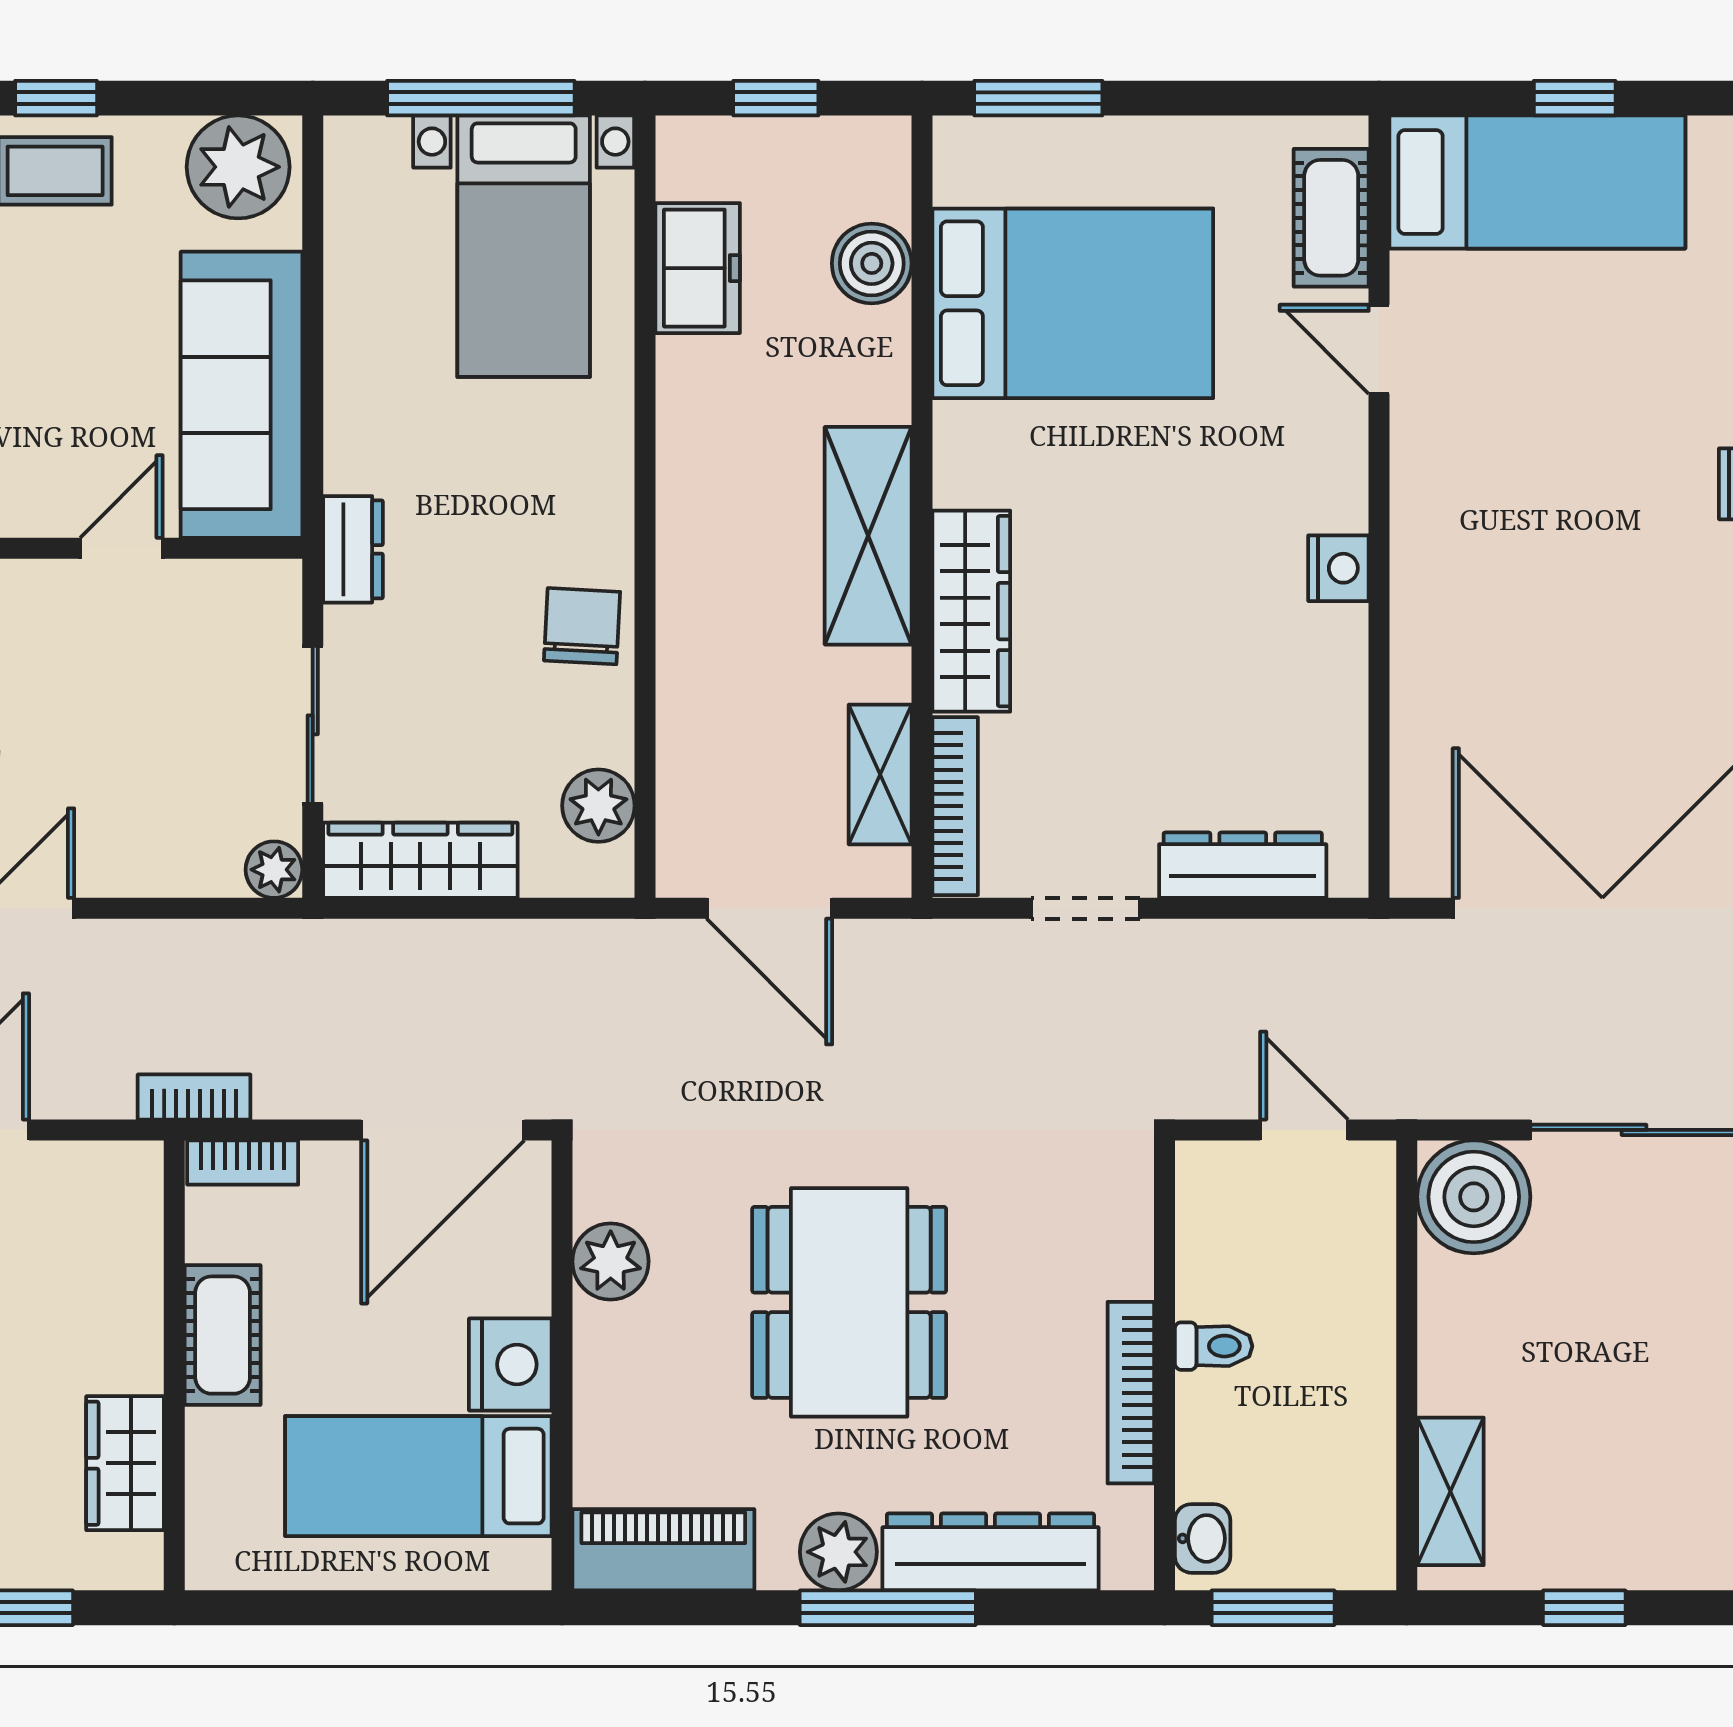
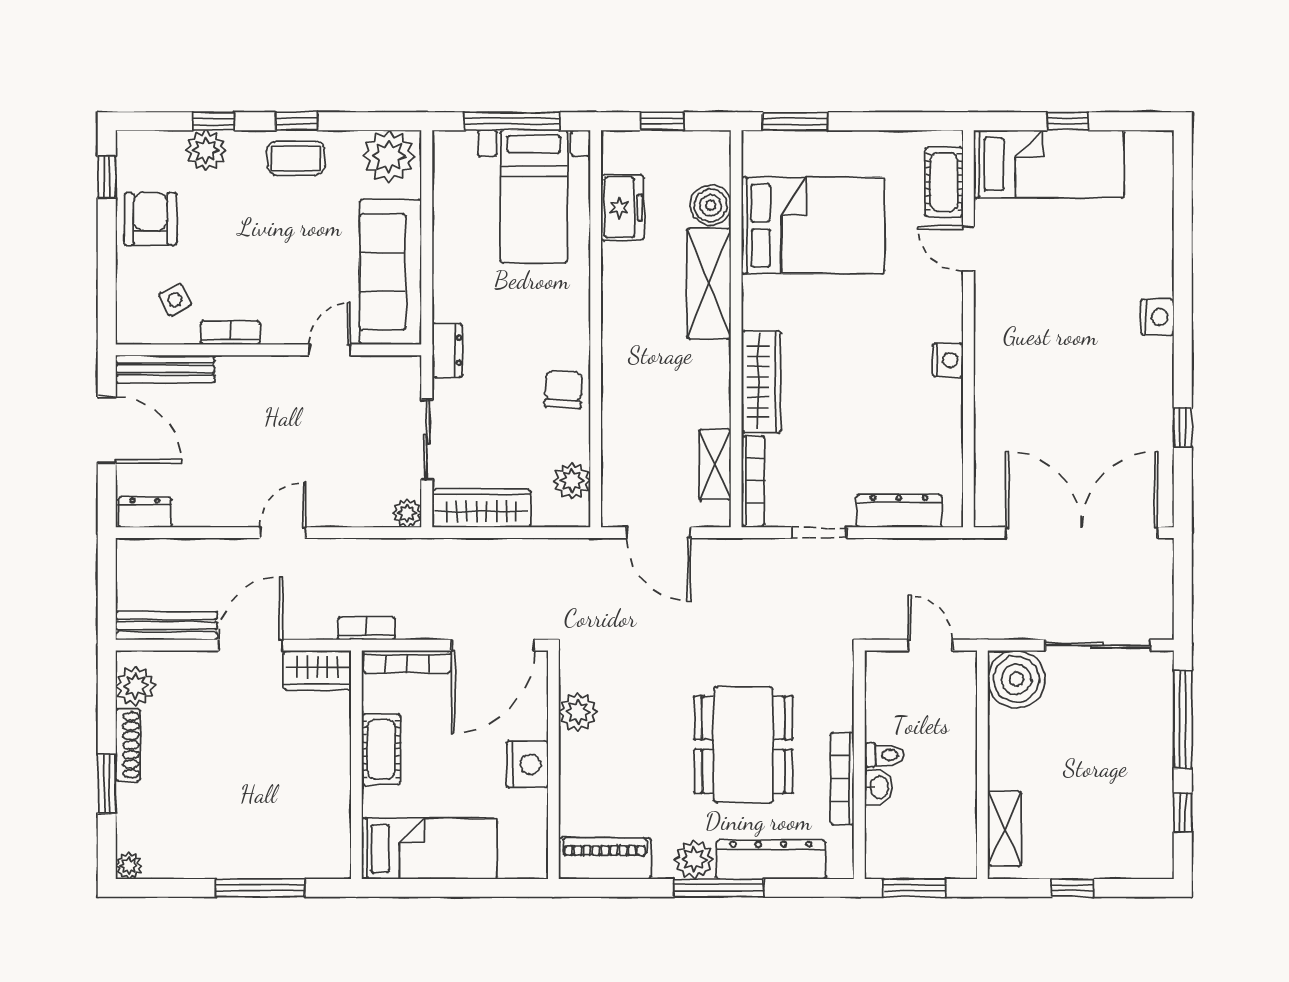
shelving: (868, 536) -> (709, 284), moved
bookcase: (243, 1162) -> (407, 662), width x1.56
dining table: (849, 1302) -> (743, 745), moved
wardrobe: (125, 1463) -> (317, 670), moved, turned -90
bed: (418, 1476) -> (429, 849), moved, turned 180
washbasin: (1203, 1538) -> (879, 787), moved

